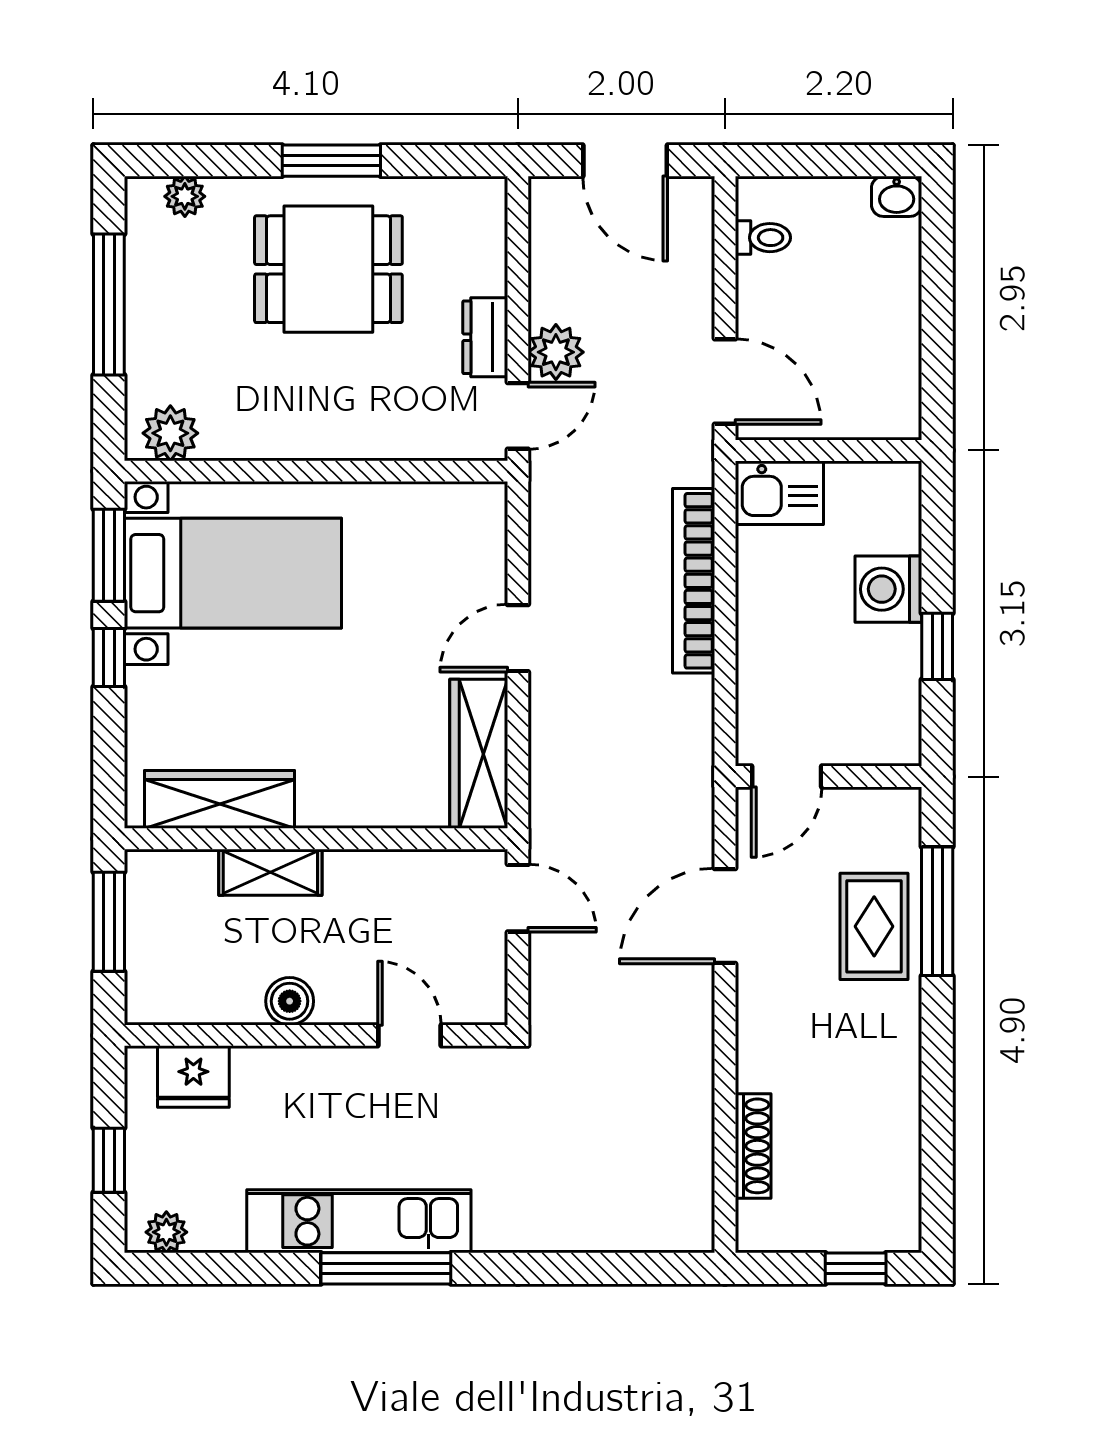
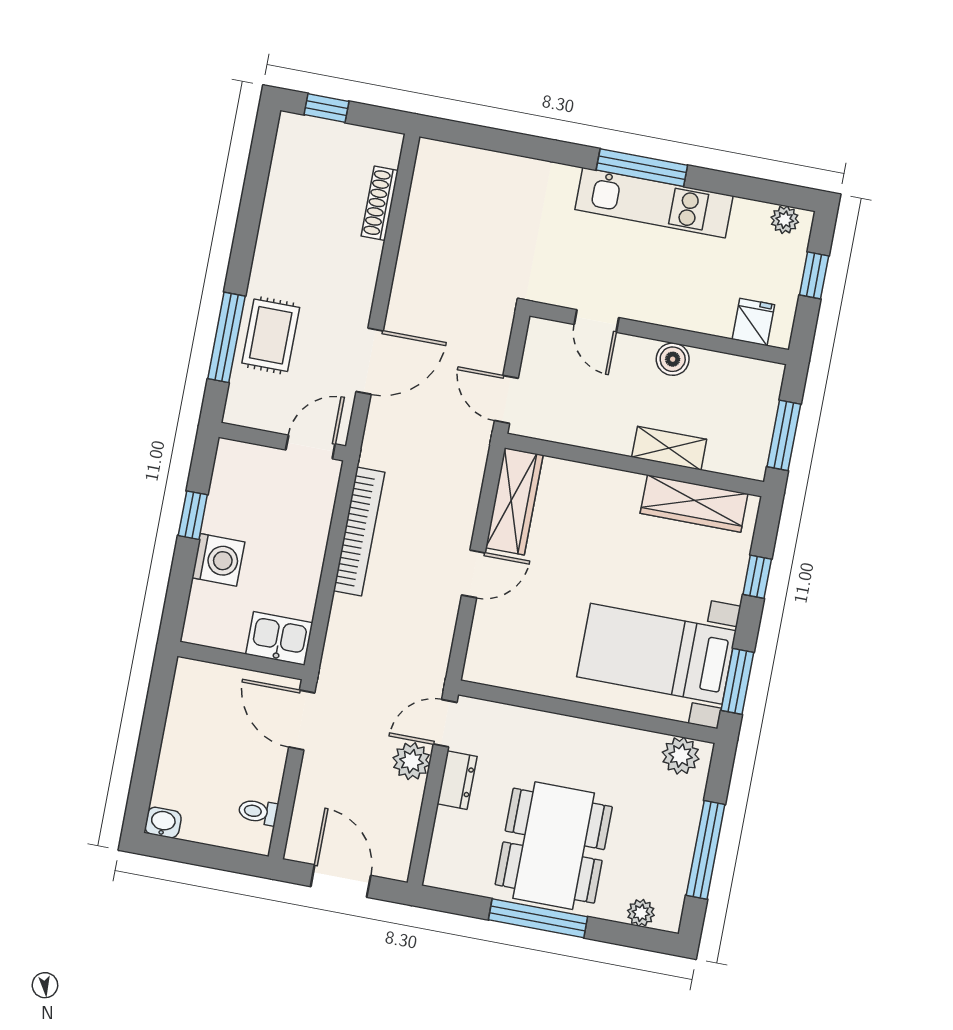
window: (331, 161) -> (538, 918), width x1.44
dining table: (328, 269) -> (554, 846), width x1.37
bookcase: (694, 581) -> (359, 532), moved
window: (109, 658) -> (757, 577), moved
fridge: (193, 1077) -> (753, 322), width x0.72

